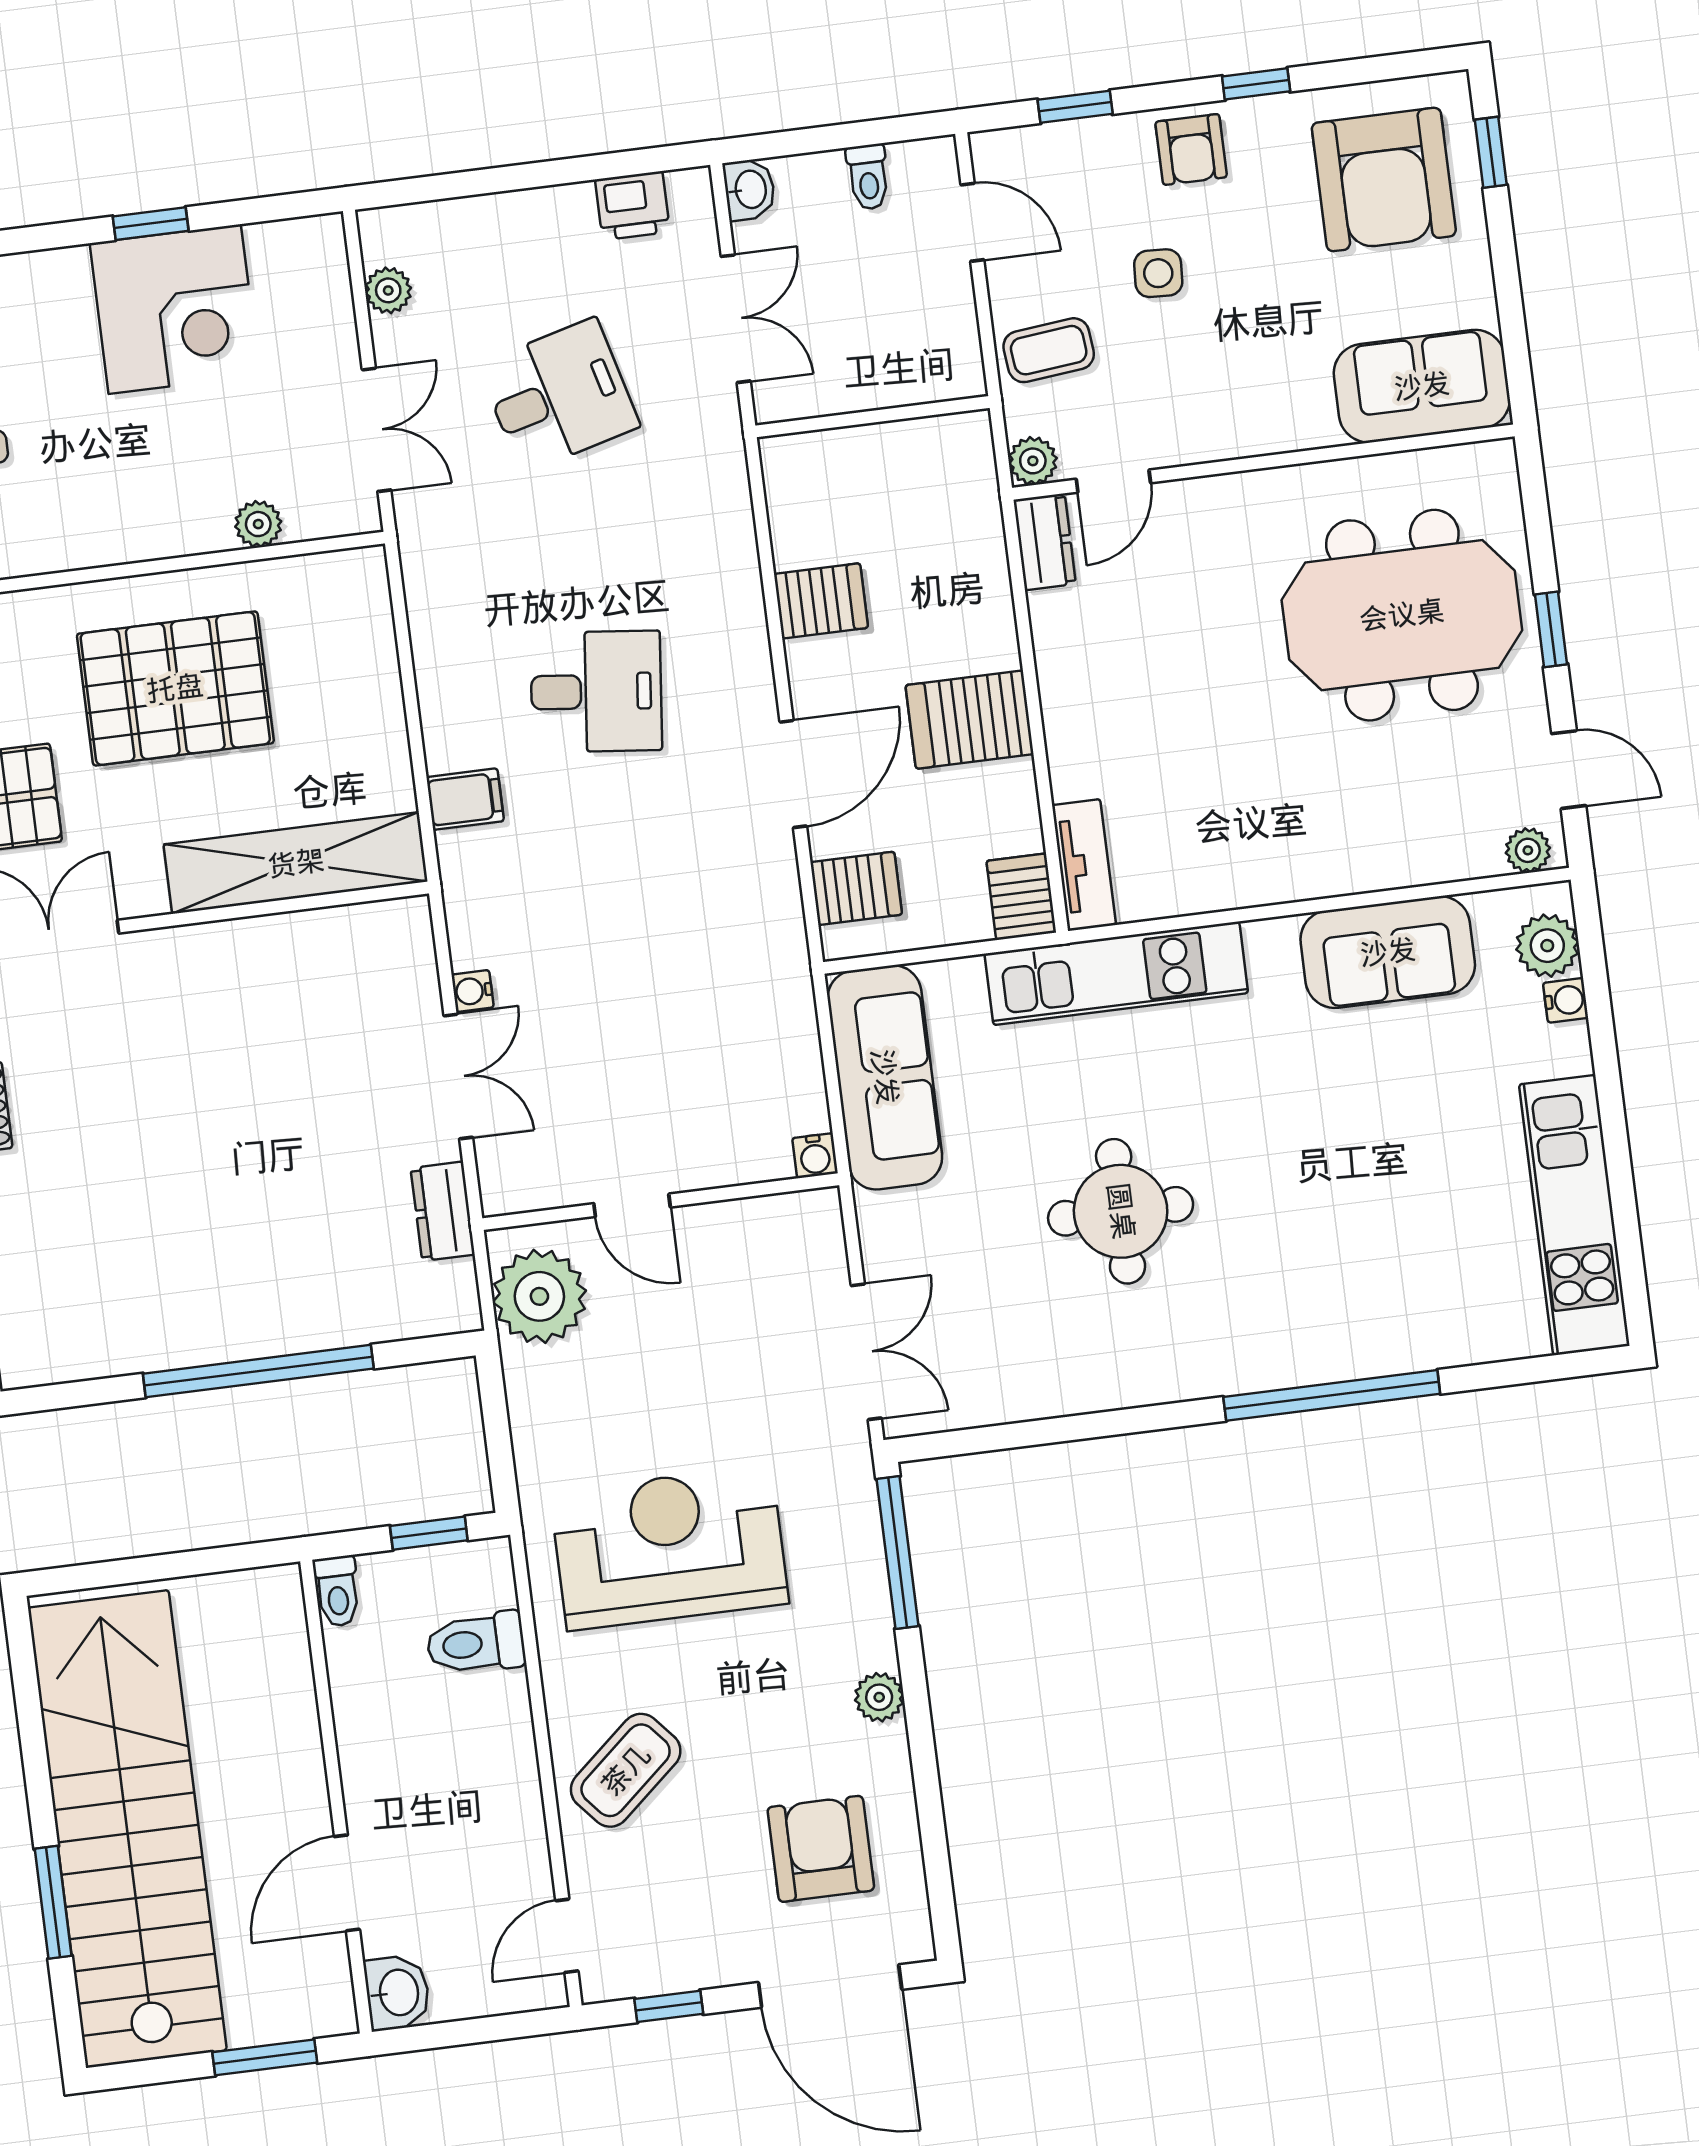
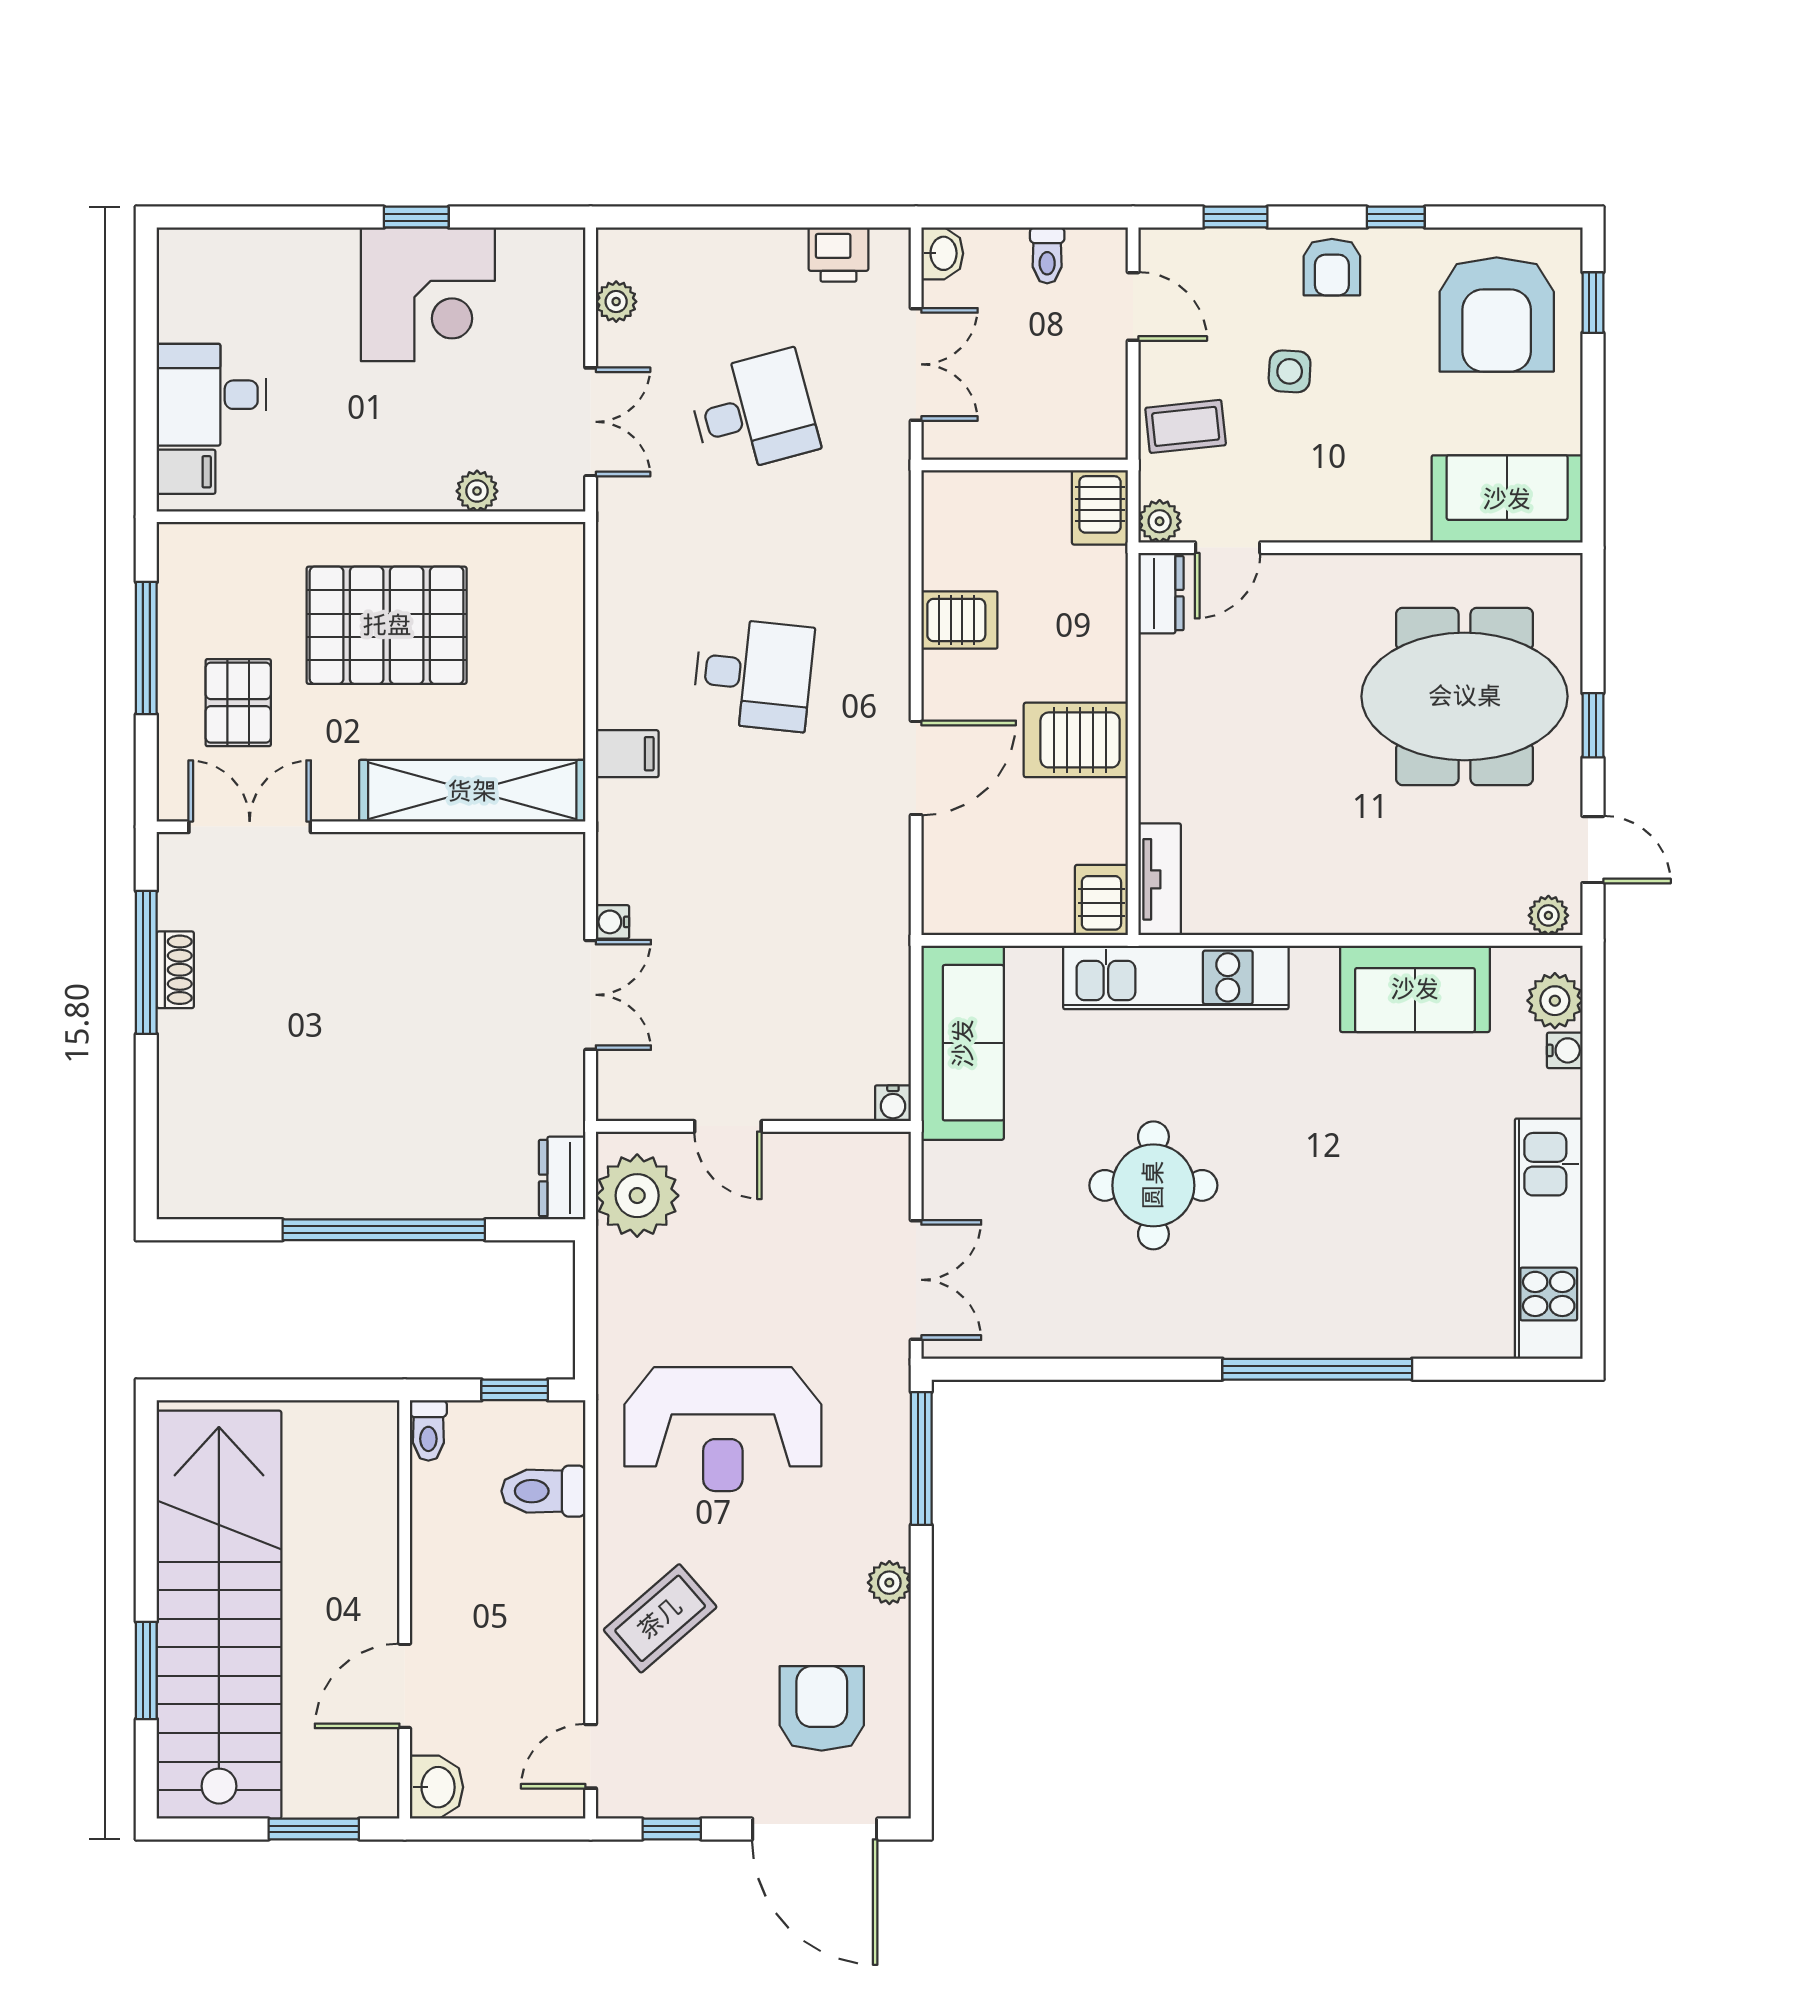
server rack: (856, 888) -> (1100, 507), moved, turned 90
dresser: (443, 1211) -> (562, 1178), moved
reception desk: (669, 1548) -> (723, 1429), turned 180

